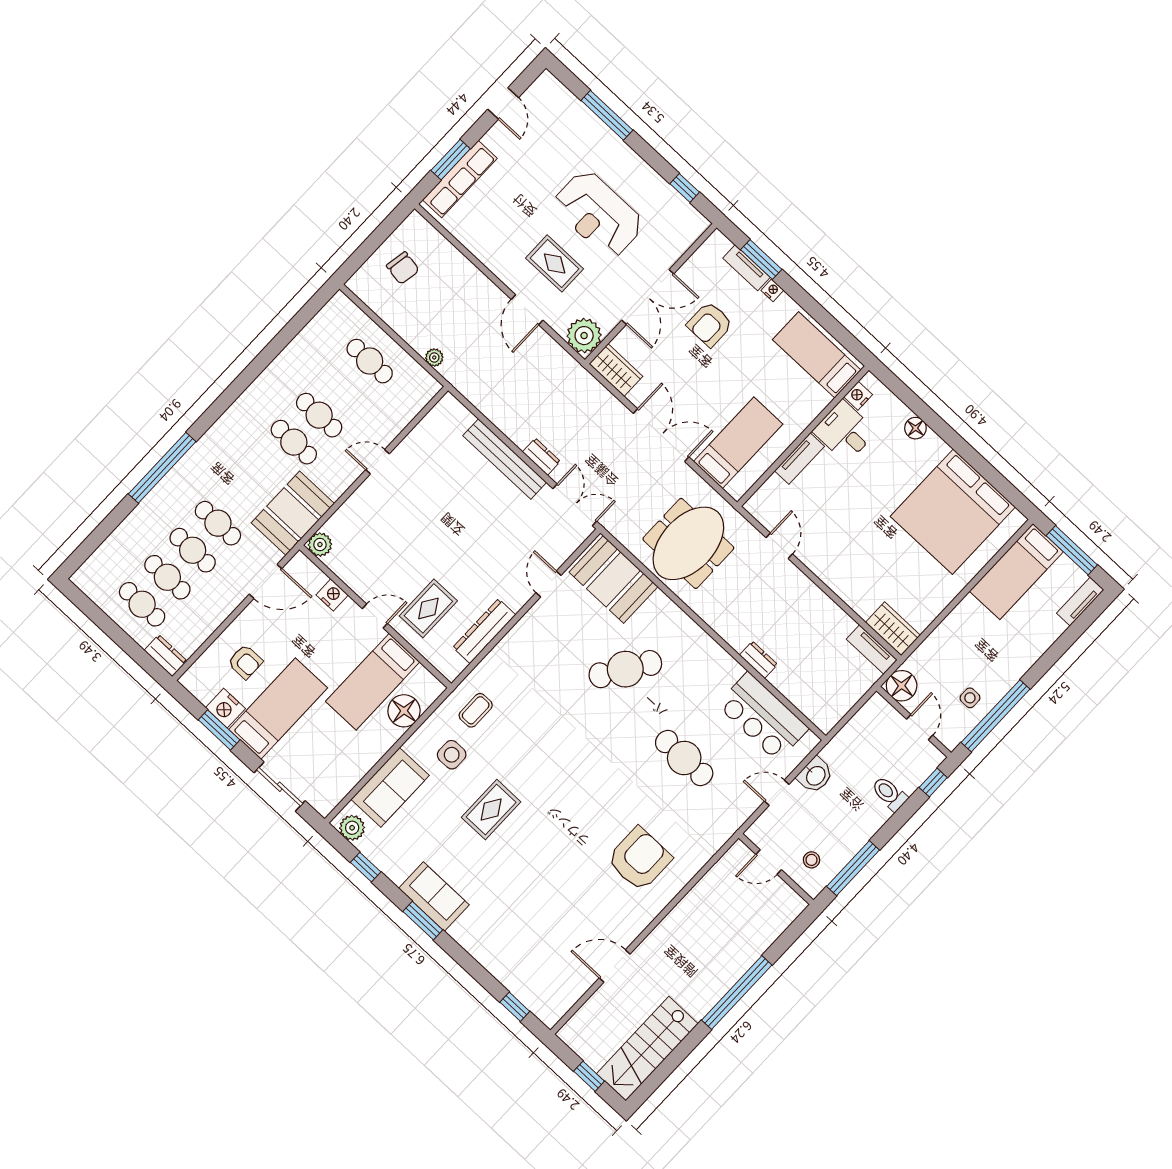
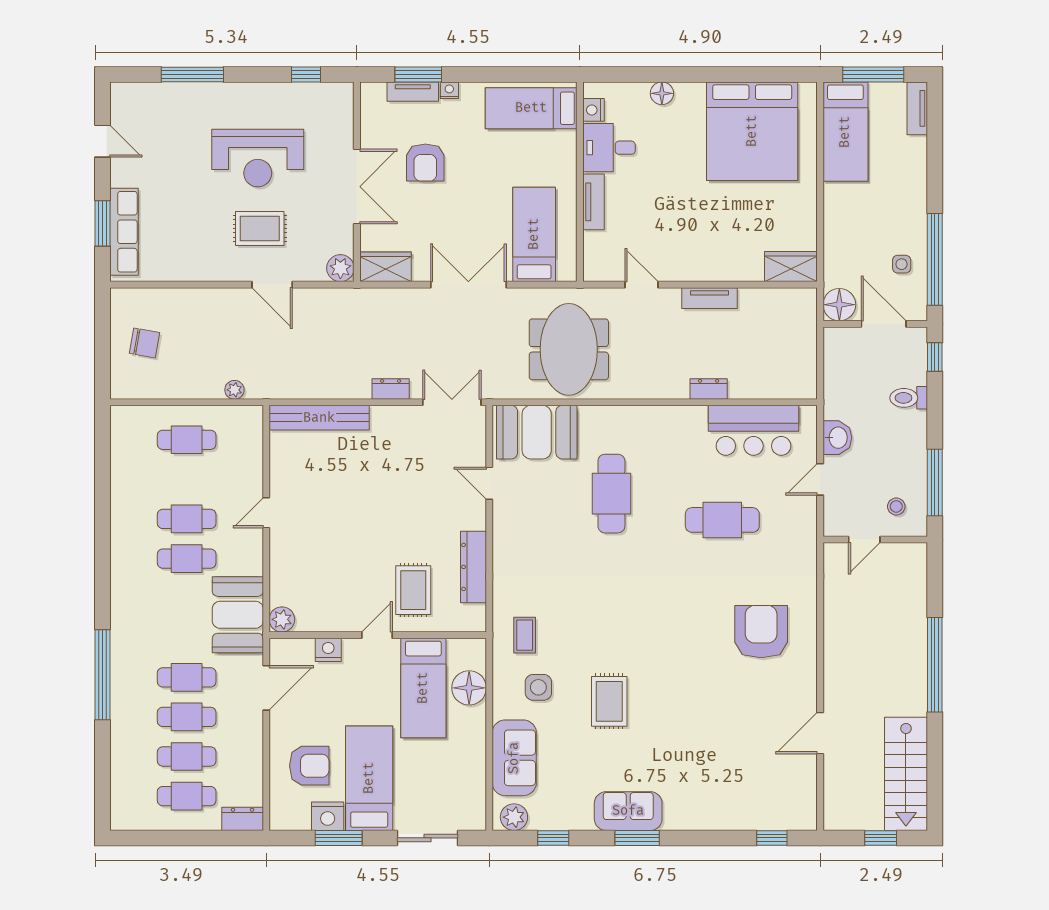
plant: (584, 336) -> (340, 268), width x0.73, depth x0.73
bench: (505, 459) -> (319, 418), moved
tv unit: (872, 649) -> (709, 298), moved
armchair: (245, 662) -> (309, 766), width x1.38, depth x1.38
cafe table: (625, 669) -> (611, 494), turned -33
door: (920, 727) -> (884, 324), width x1.38

